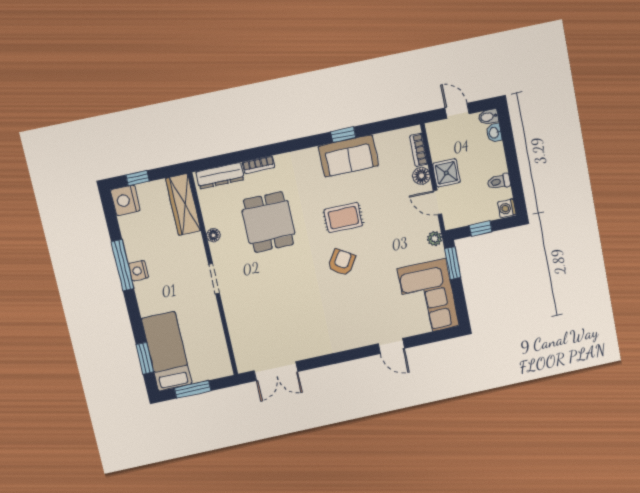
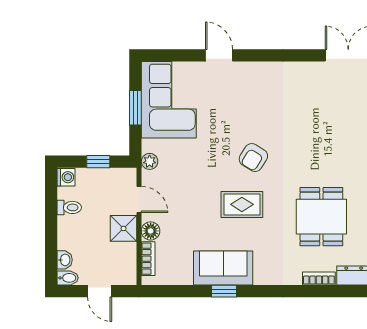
window: (453, 263) -> (135, 108), moved

